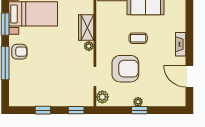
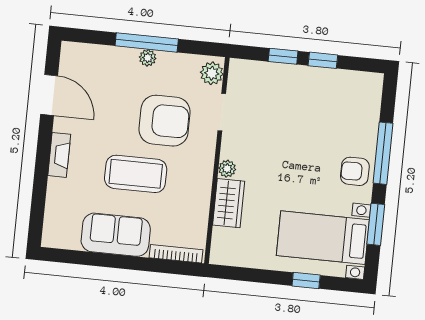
coffee table: (138, 38) -> (136, 174), width x1.86, depth x1.72
armchair: (125, 69) -> (165, 121), turned 180
window: (76, 110) -> (283, 56), moved
window: (139, 110) -> (147, 42), width x2.17

